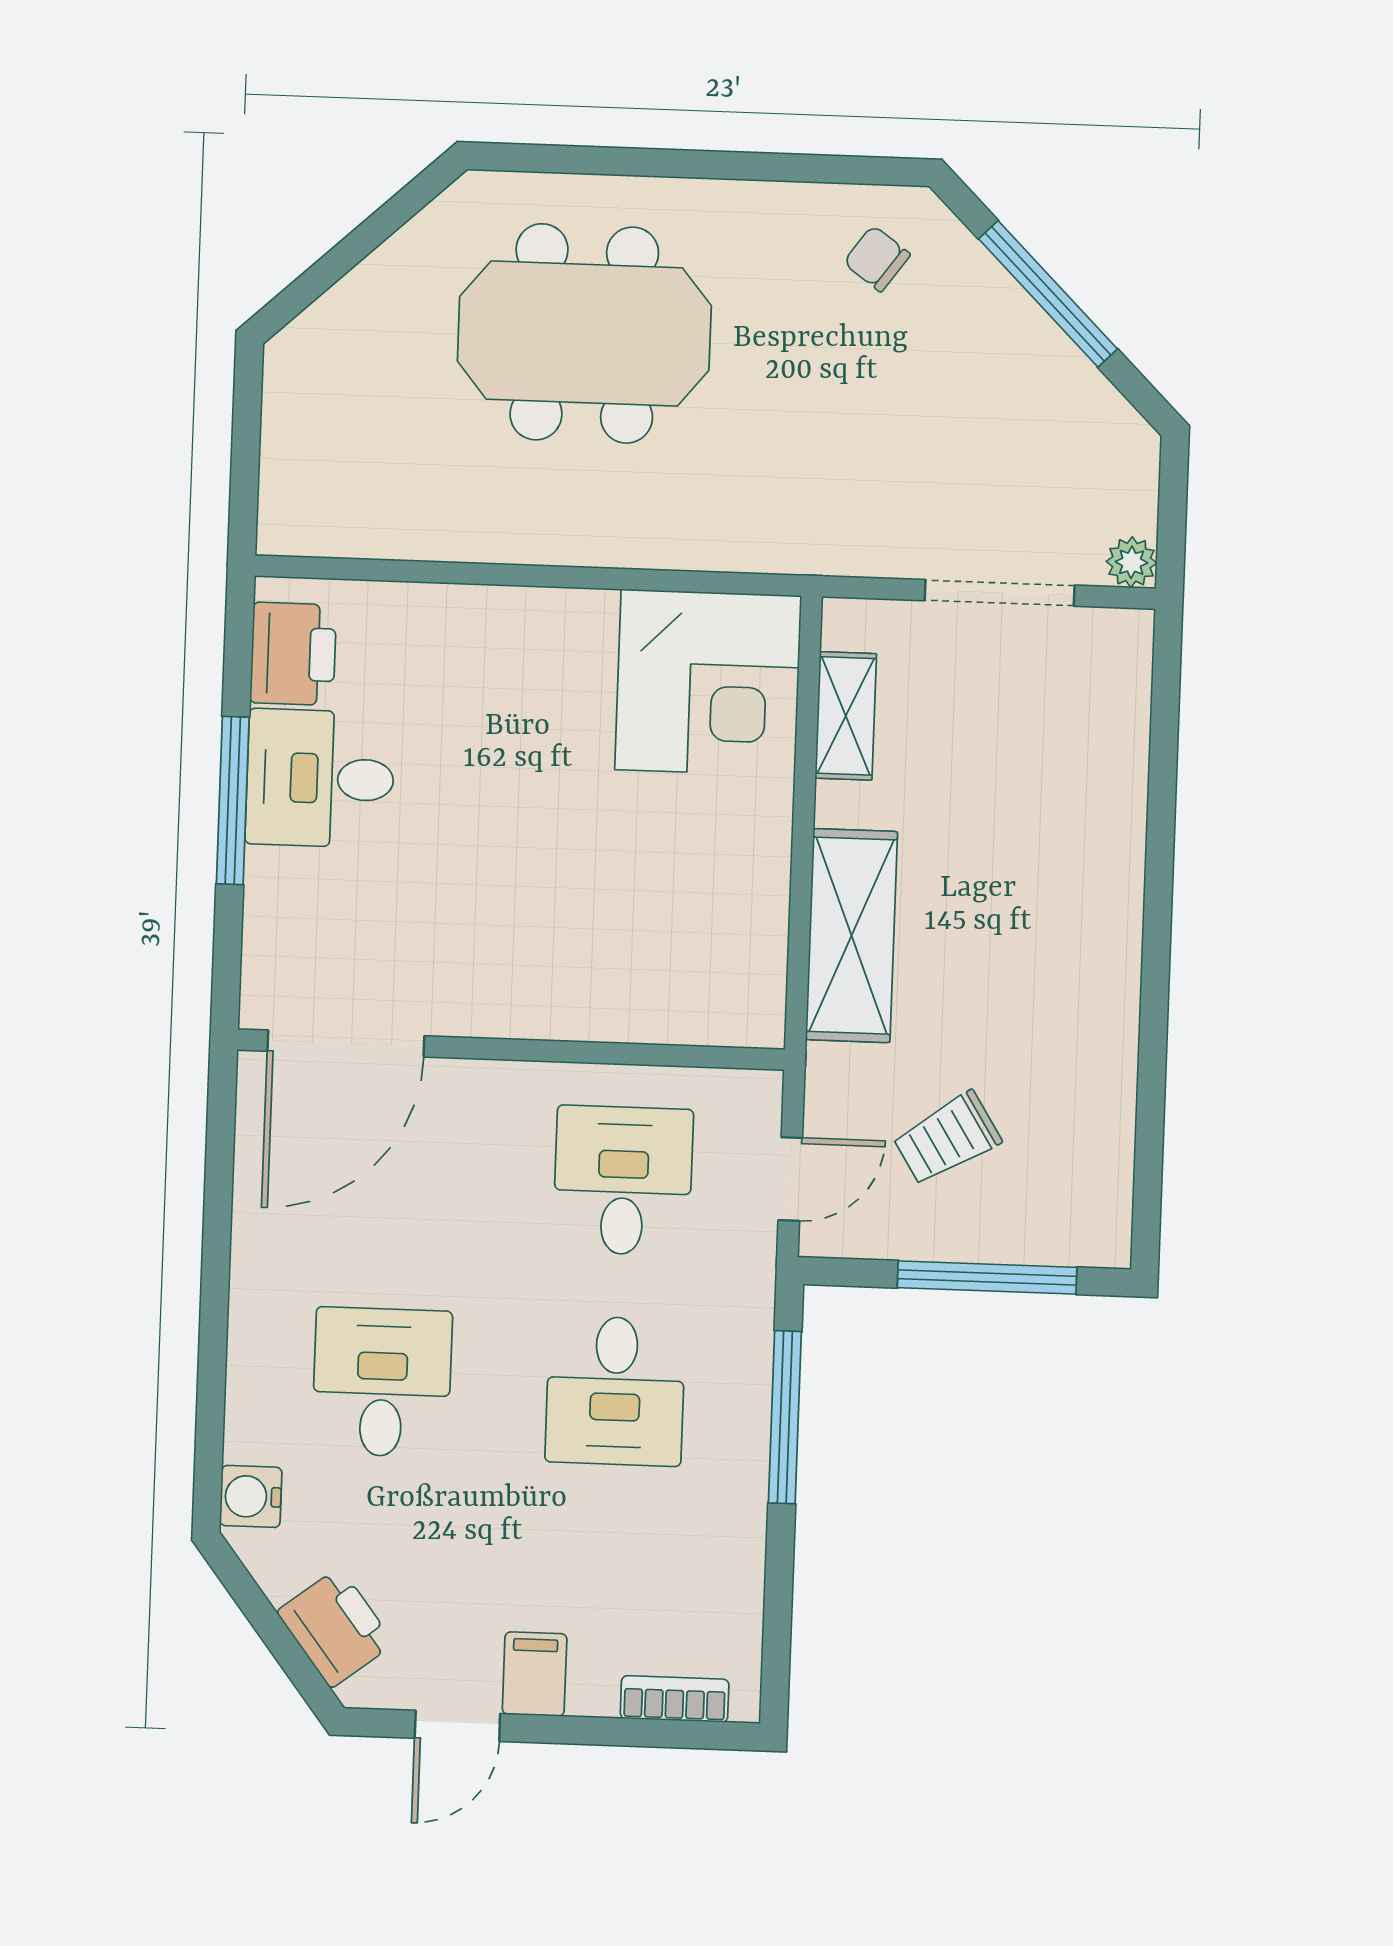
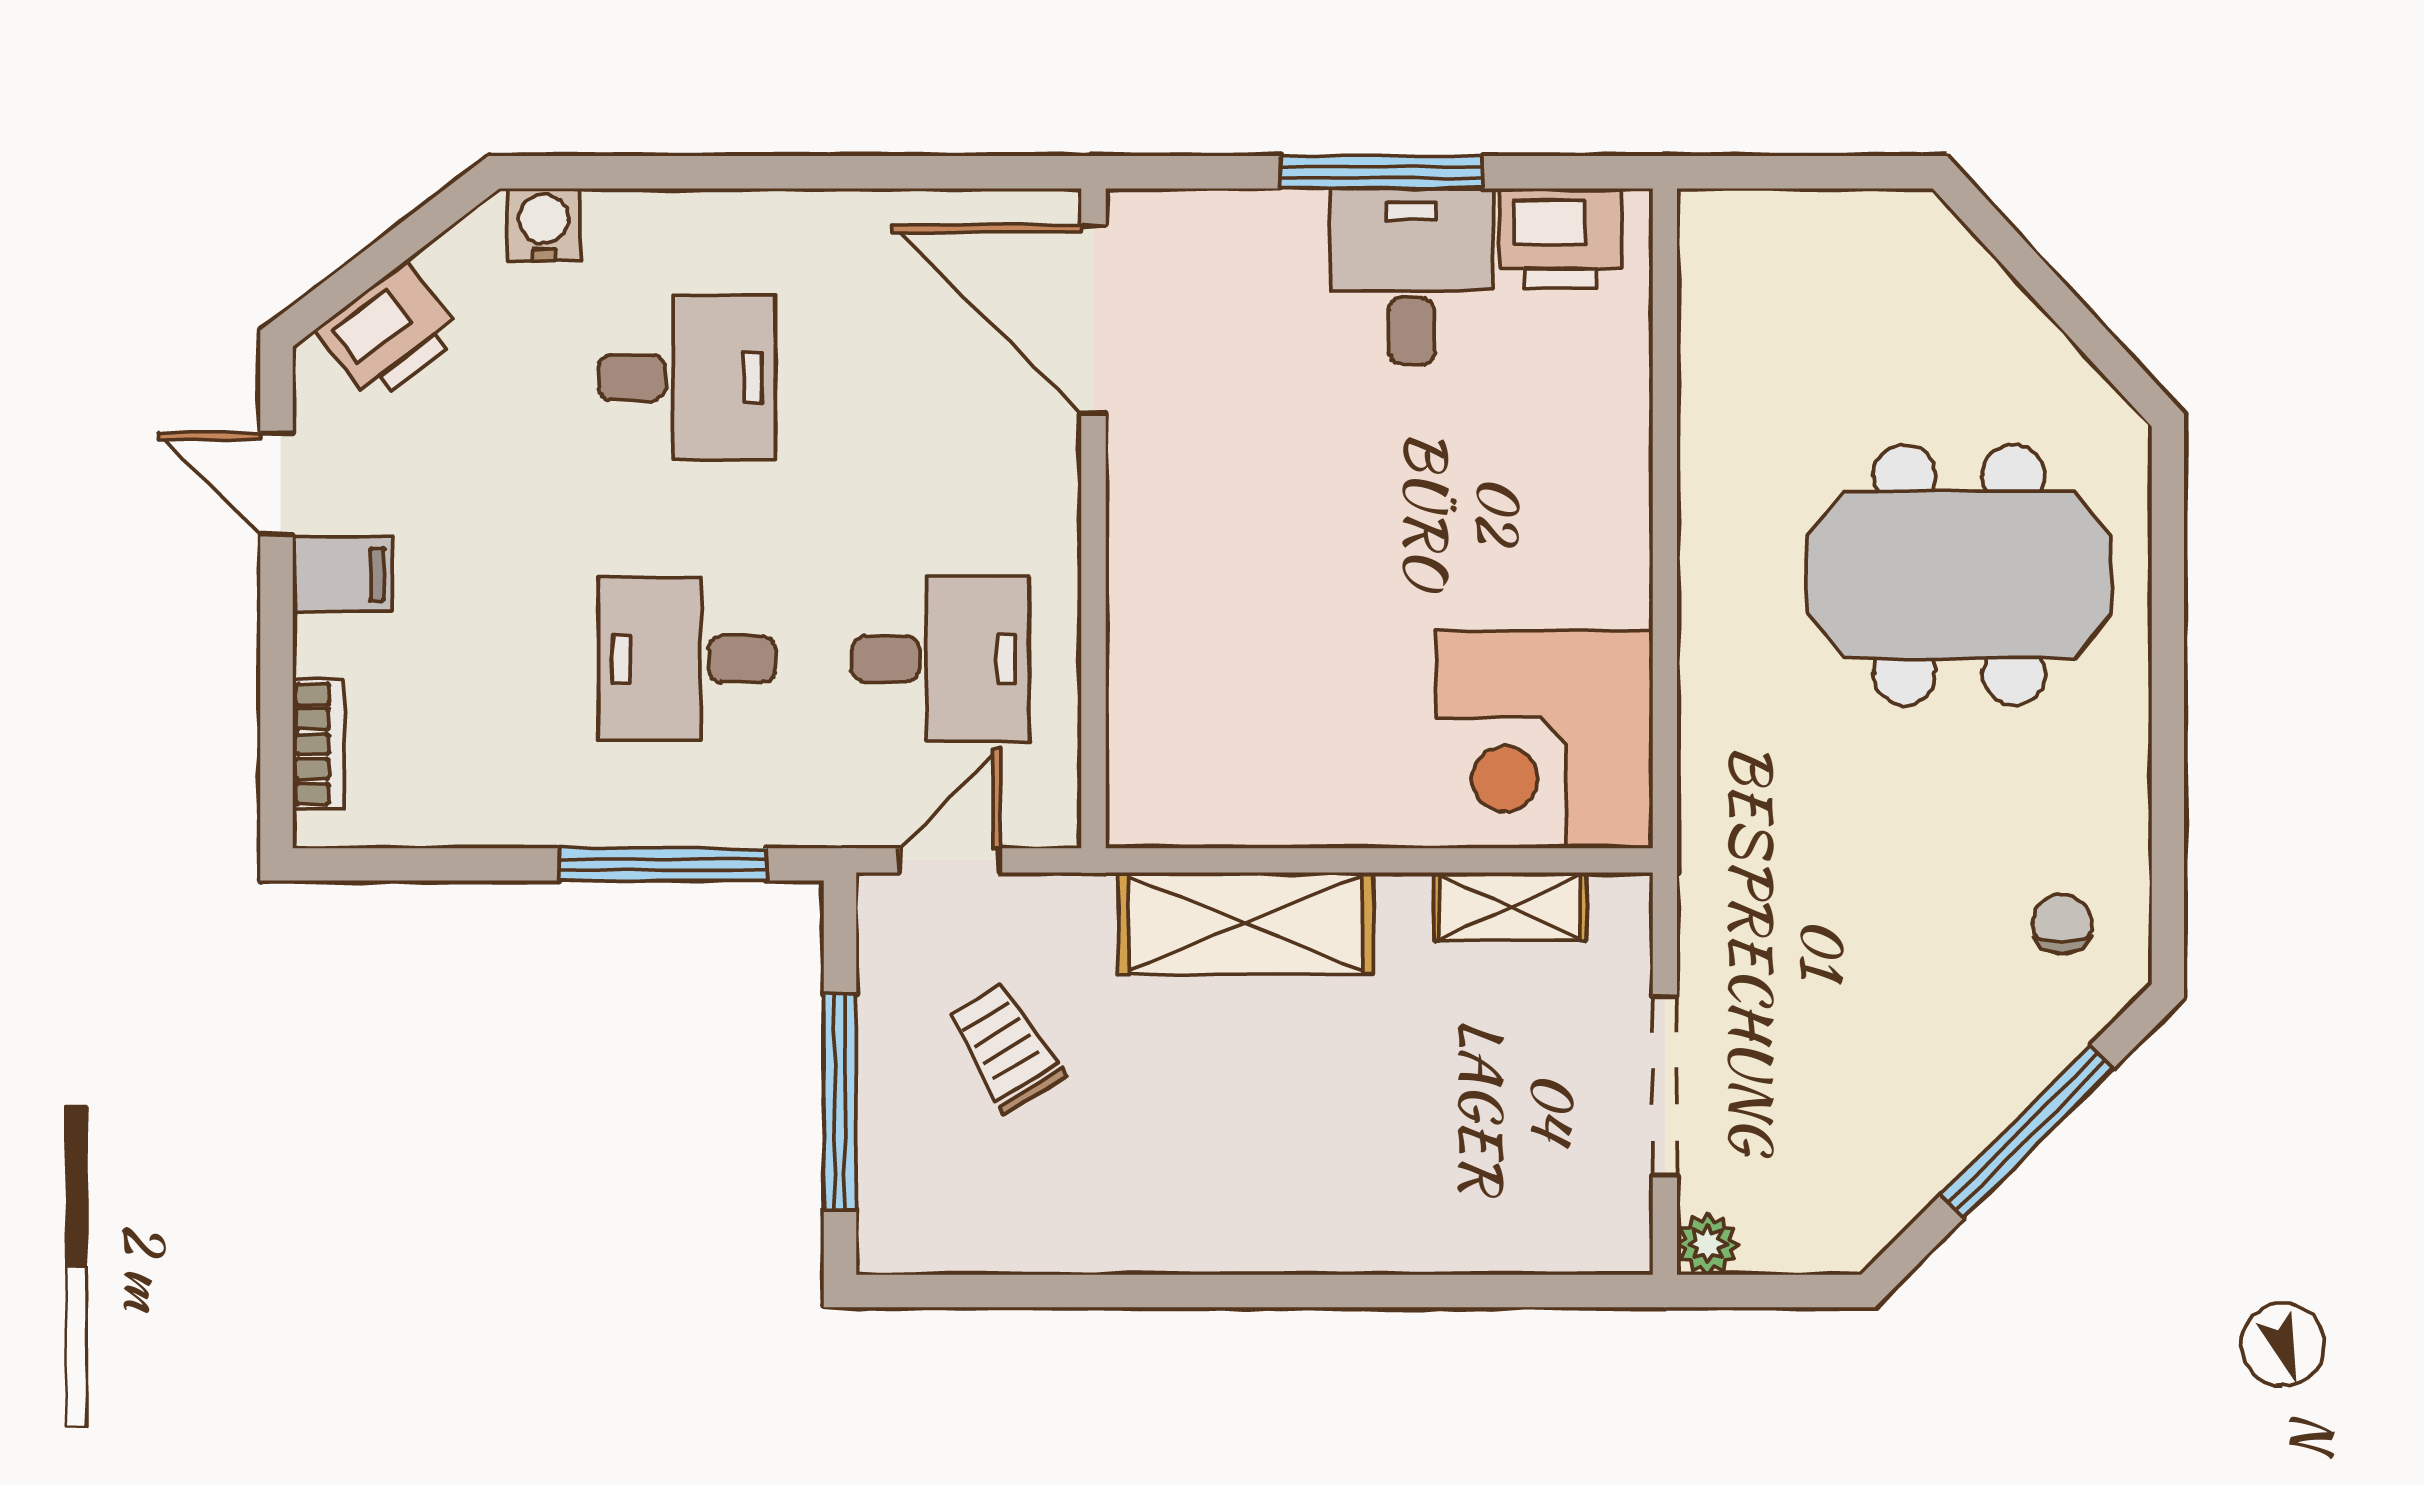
chair: (877, 259) -> (2062, 924), turned -36
meeting table: (584, 333) -> (1959, 575), turned 90
door: (790, 1179) -> (950, 860), swing flipped

